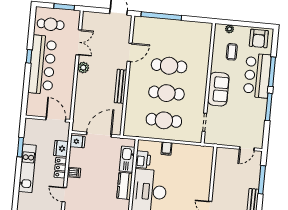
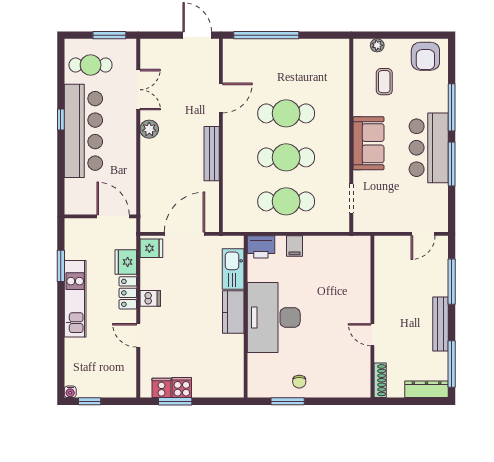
bar counter: (257, 76) -> (429, 148), moved
printer: (143, 160) -> (261, 247), moved, turned 90

